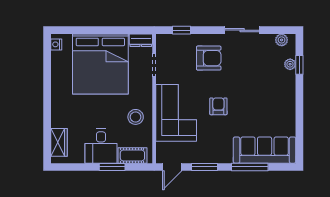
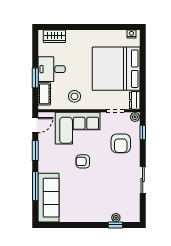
plant: (282, 40) -> (135, 117), moved
armchair: (209, 58) -> (121, 143), moved
armchair: (218, 106) -> (83, 161), turned 180
door: (172, 167) -> (35, 125), swing flipped

